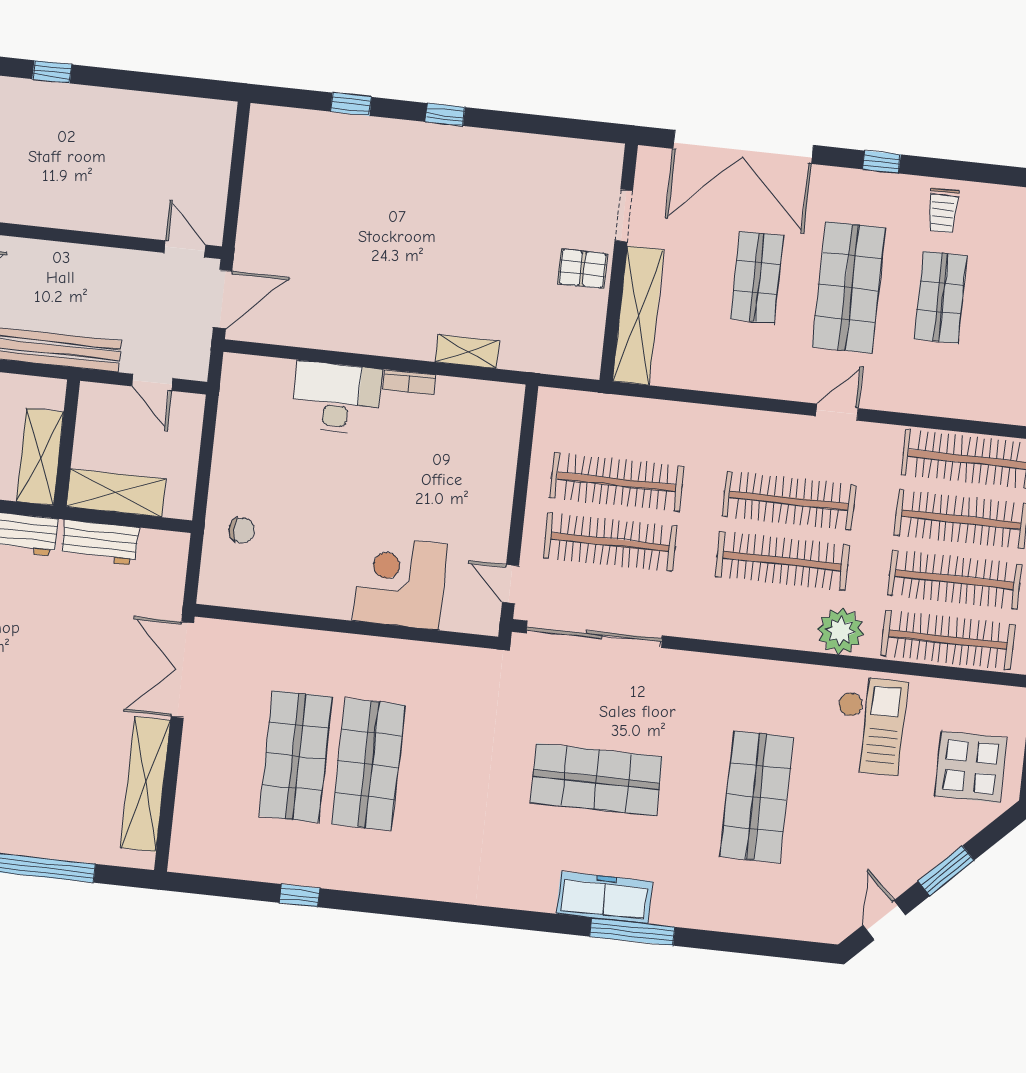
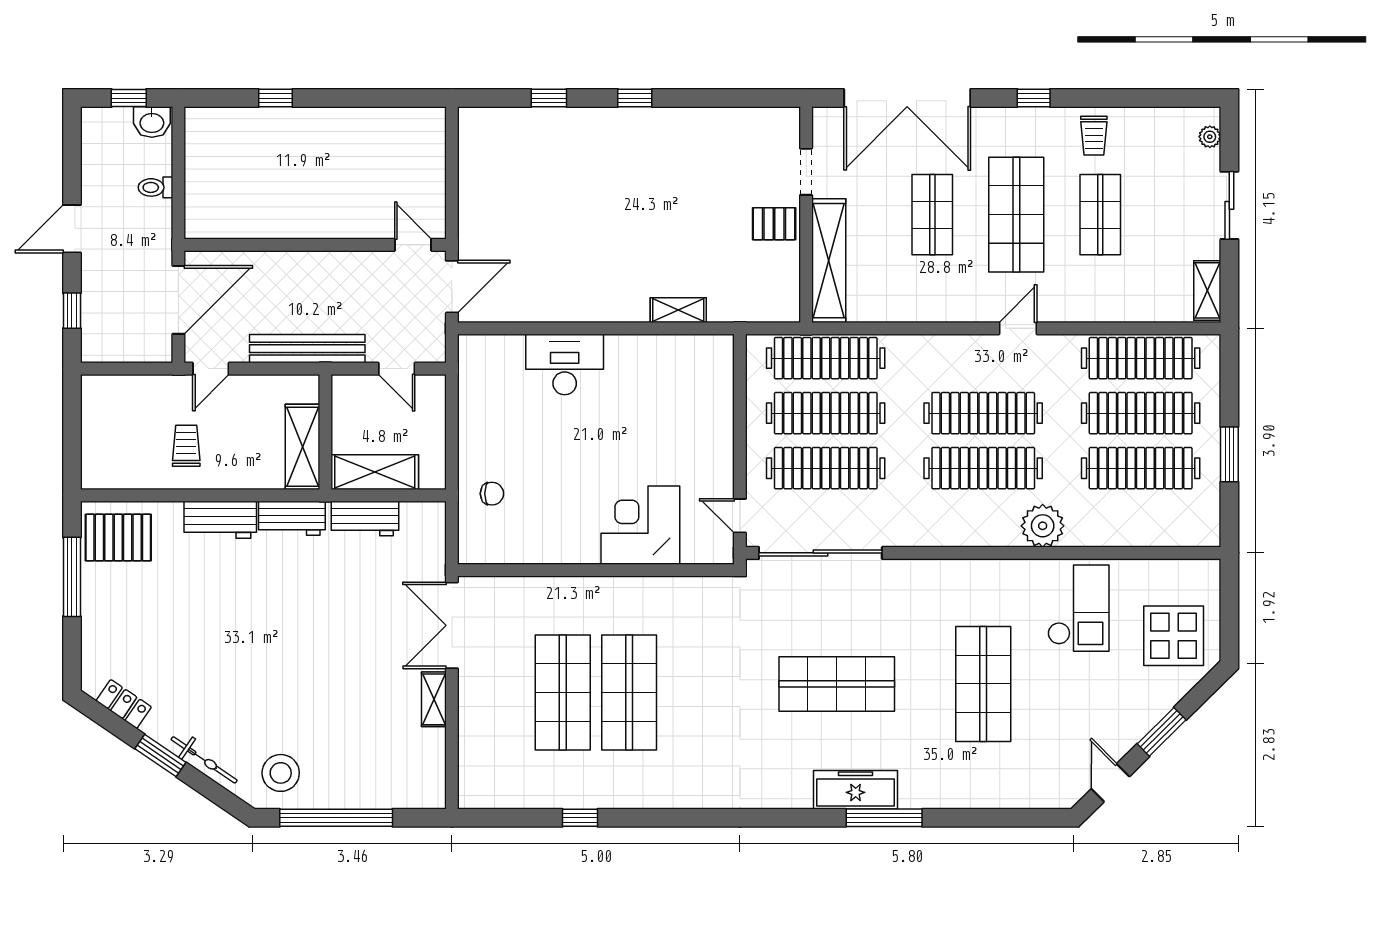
bookcase: (409, 382) -> (629, 343), removed
clothes rail: (948, 640) -> (826, 358), moved
shelving: (145, 784) -> (434, 699), width x0.45, depth x0.75

